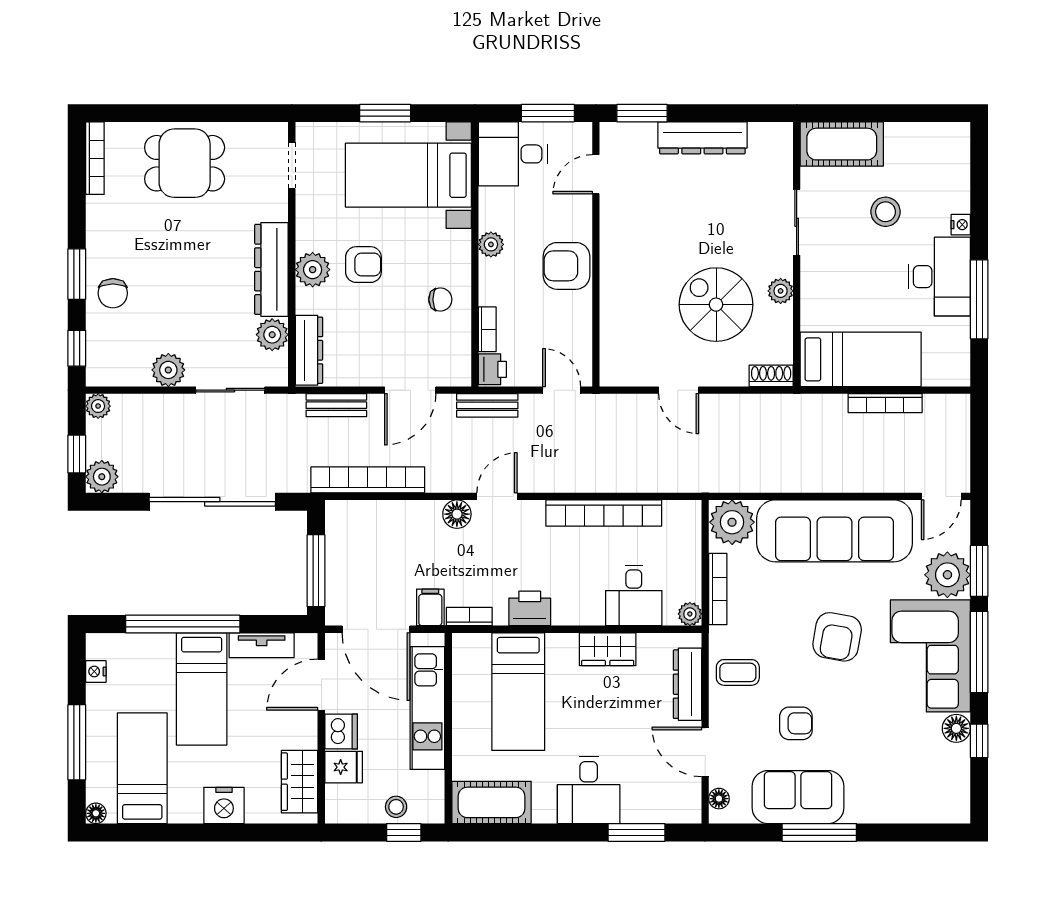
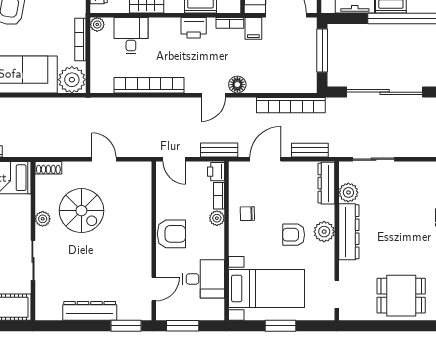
desk: (513, 154) -> (204, 279), moved
plant: (491, 244) -> (217, 218), moved
plant: (168, 370) -> (411, 171), removed

